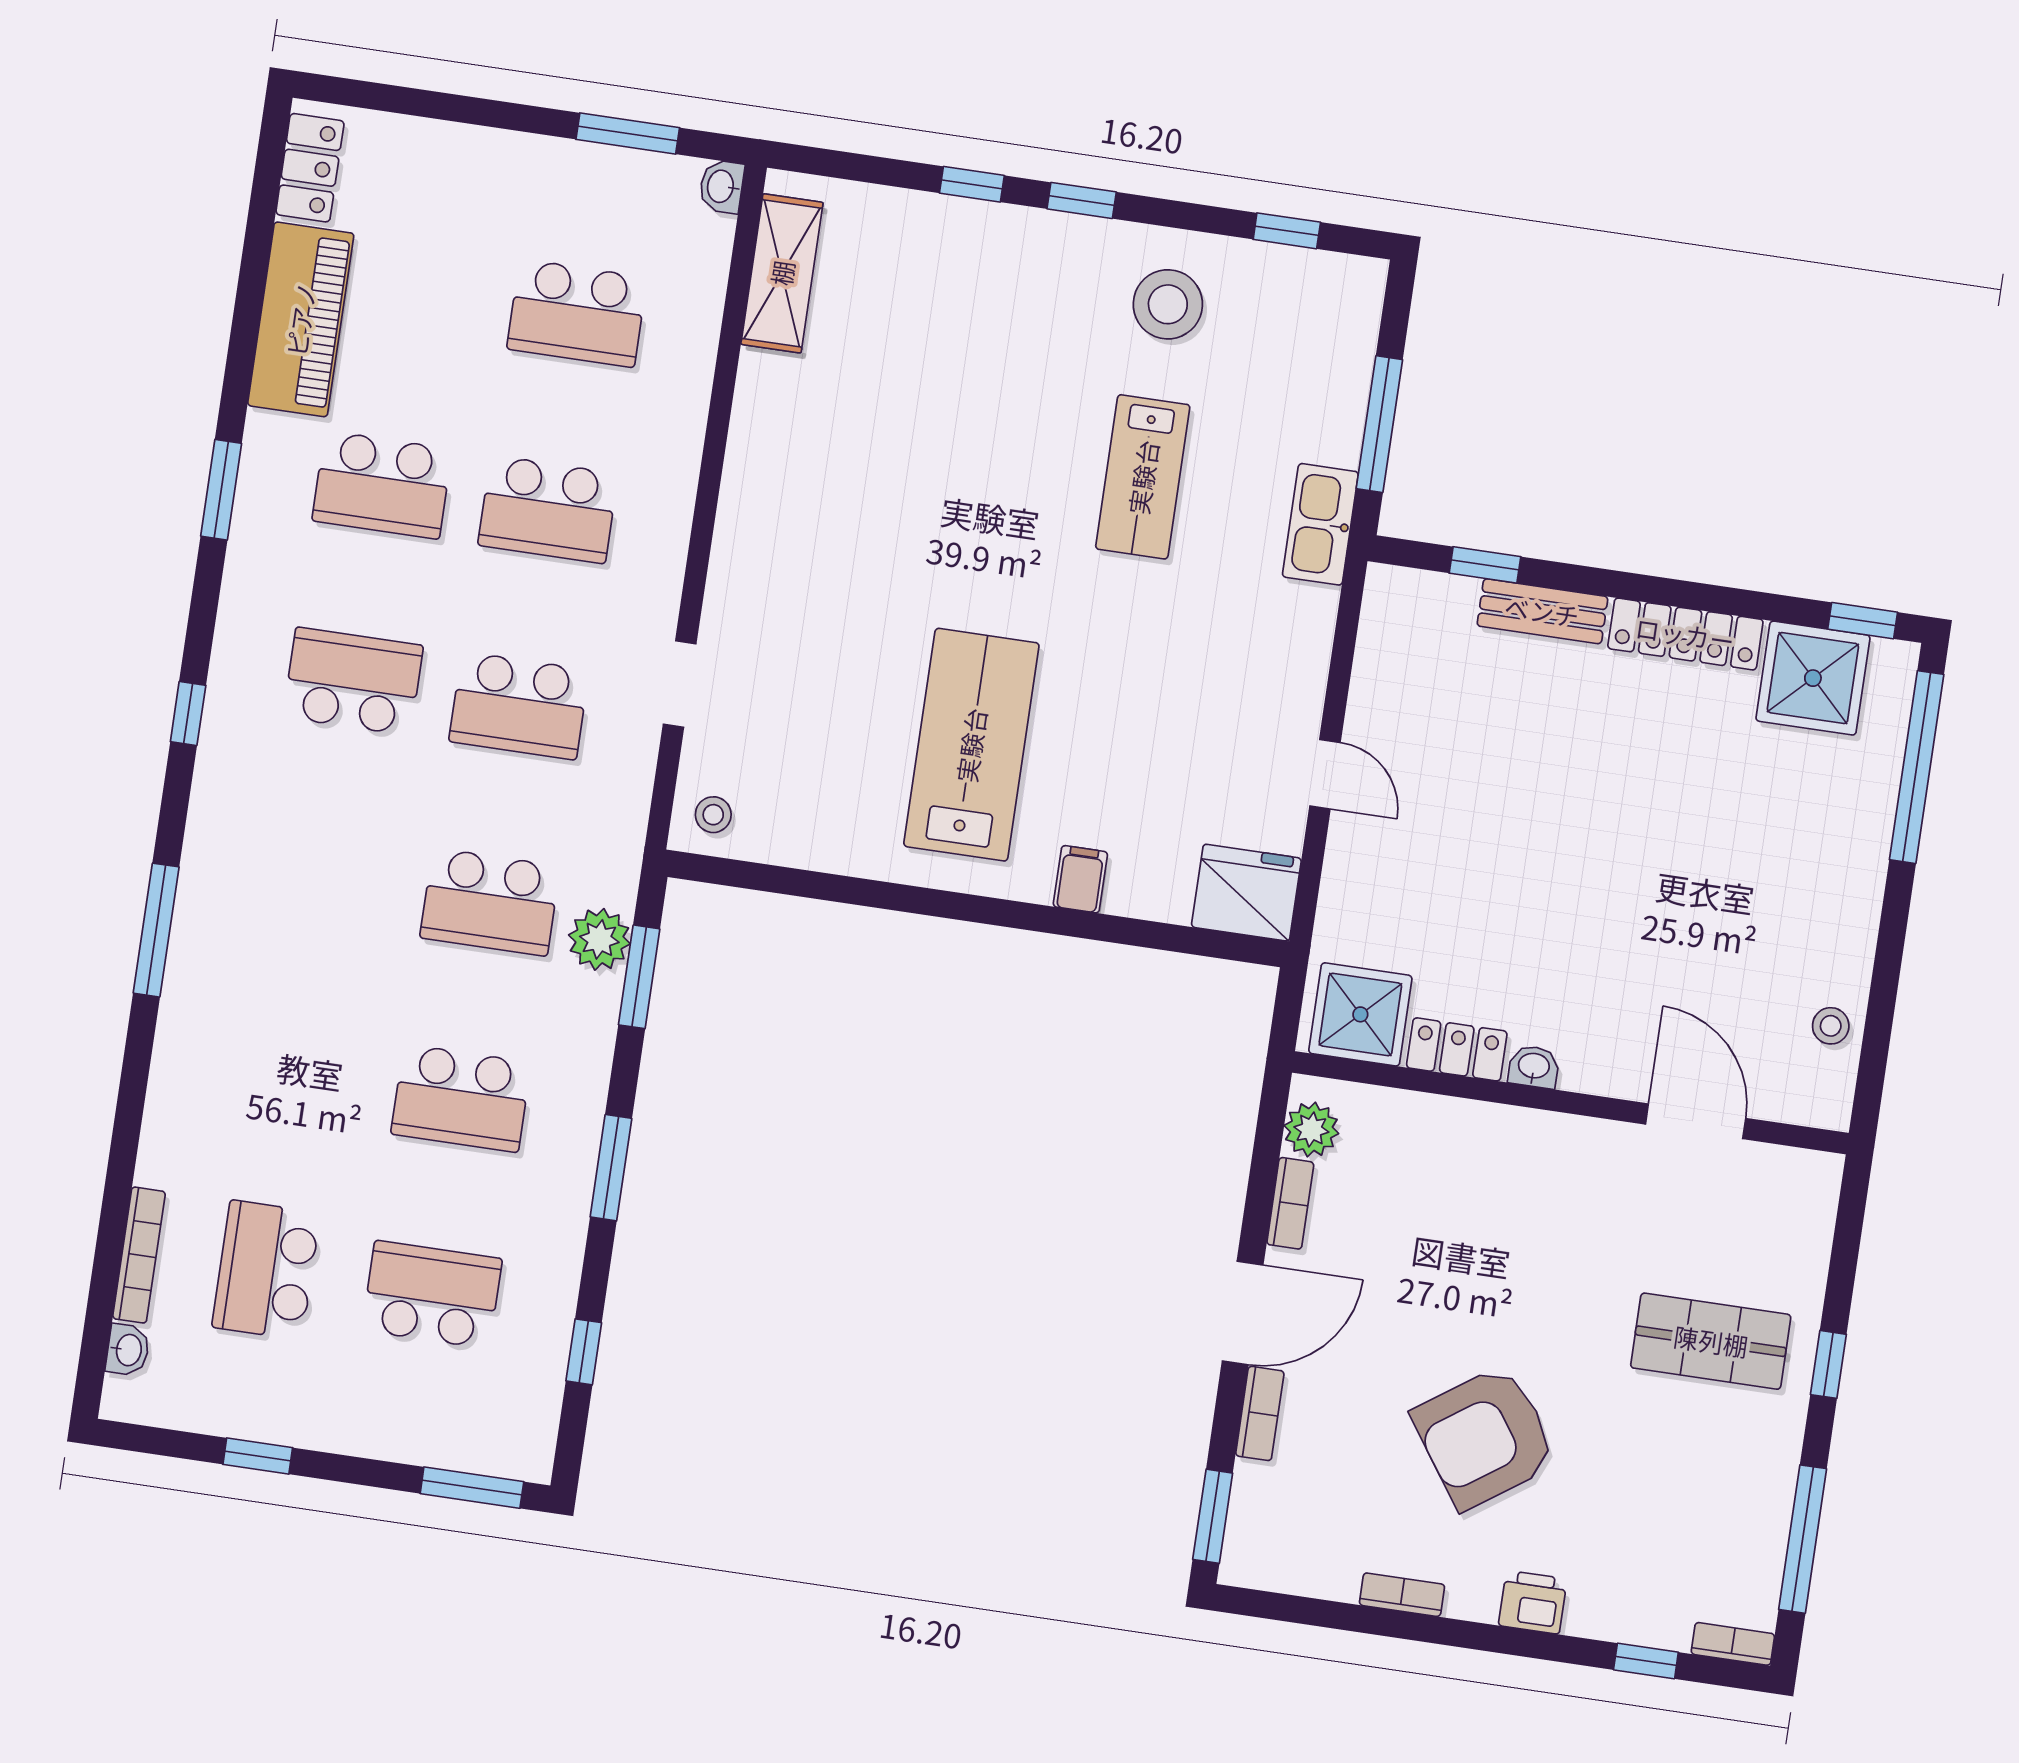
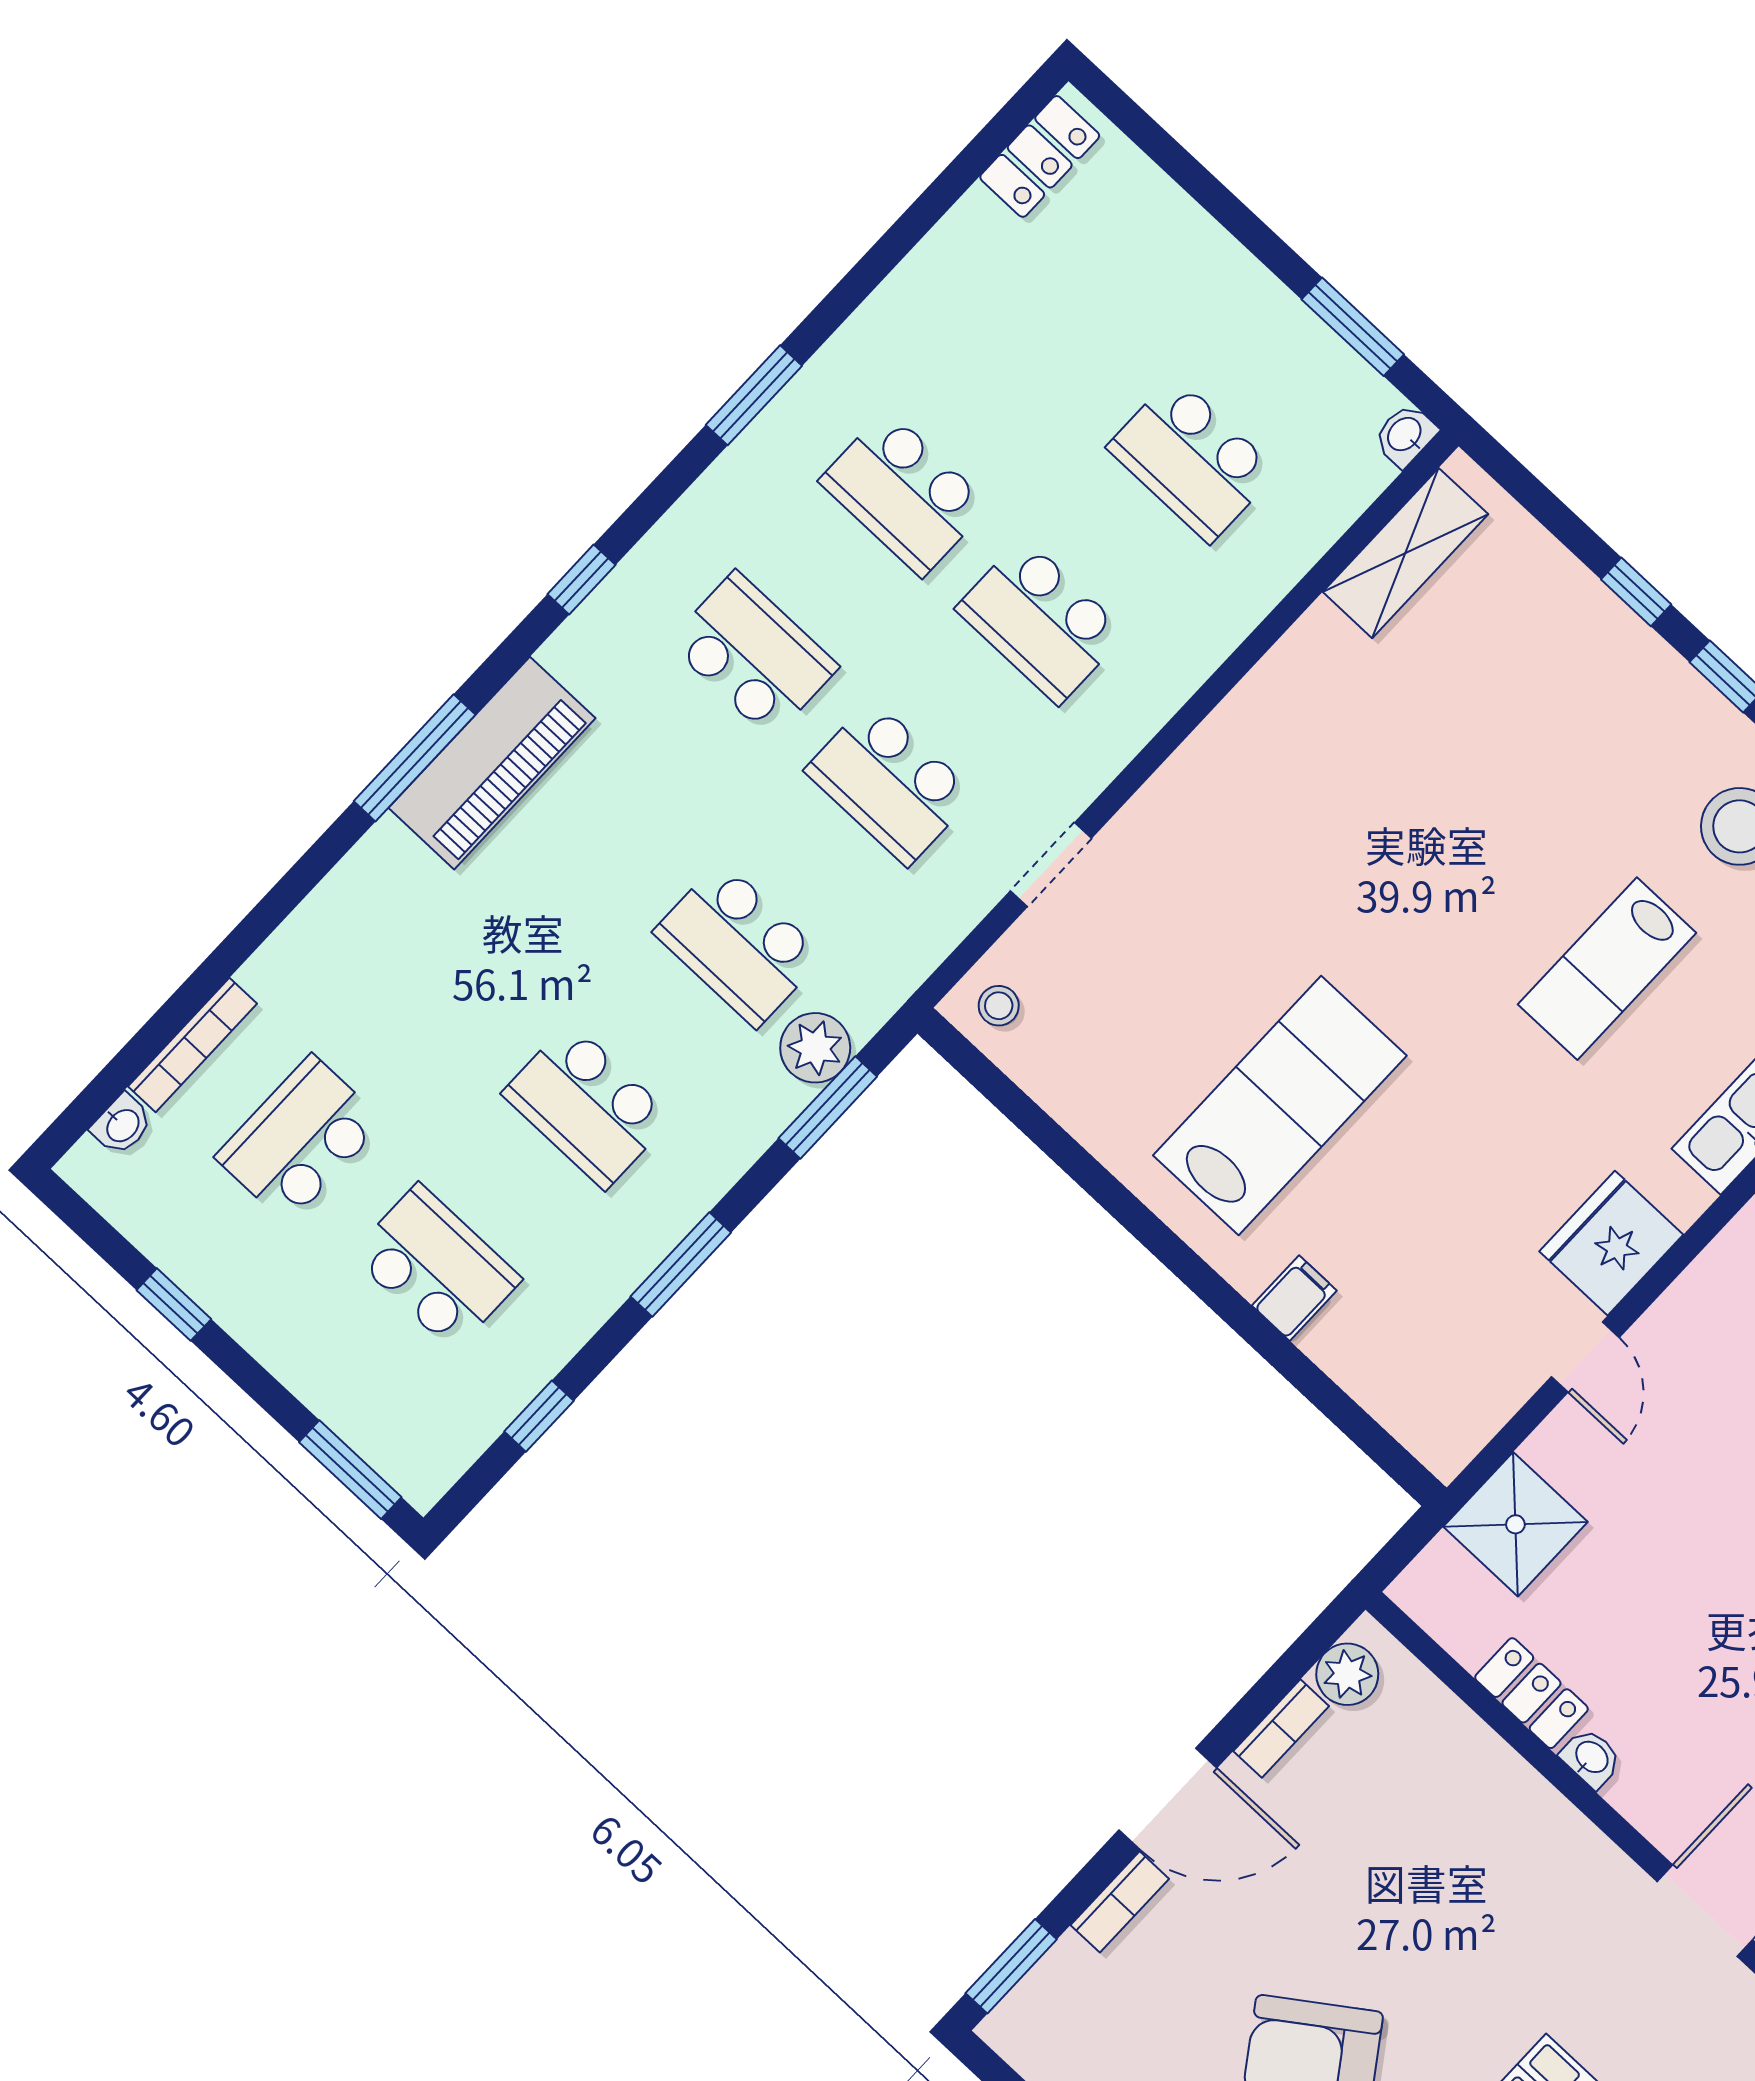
piano: (301, 319) -> (492, 763), moved
fridge: (1246, 893) -> (1611, 1243), moved, turned -90
shower: (1360, 1014) -> (1515, 1524), moved

